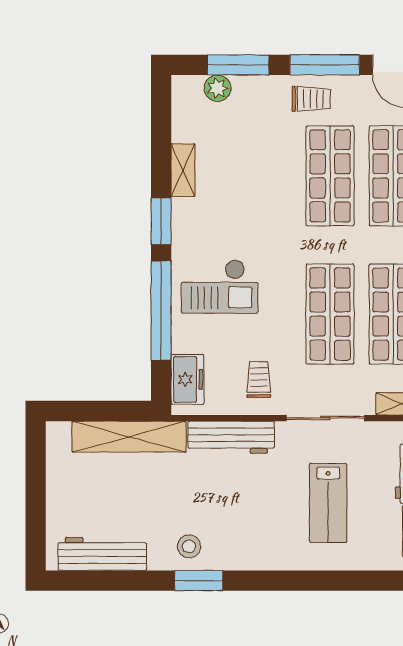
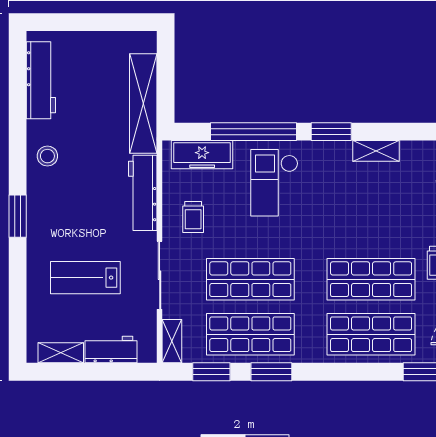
freezer: (187, 379) -> (202, 155), width x1.40
trolley: (259, 380) -> (193, 217), turned 90
window: (199, 581) -> (18, 216), moved

